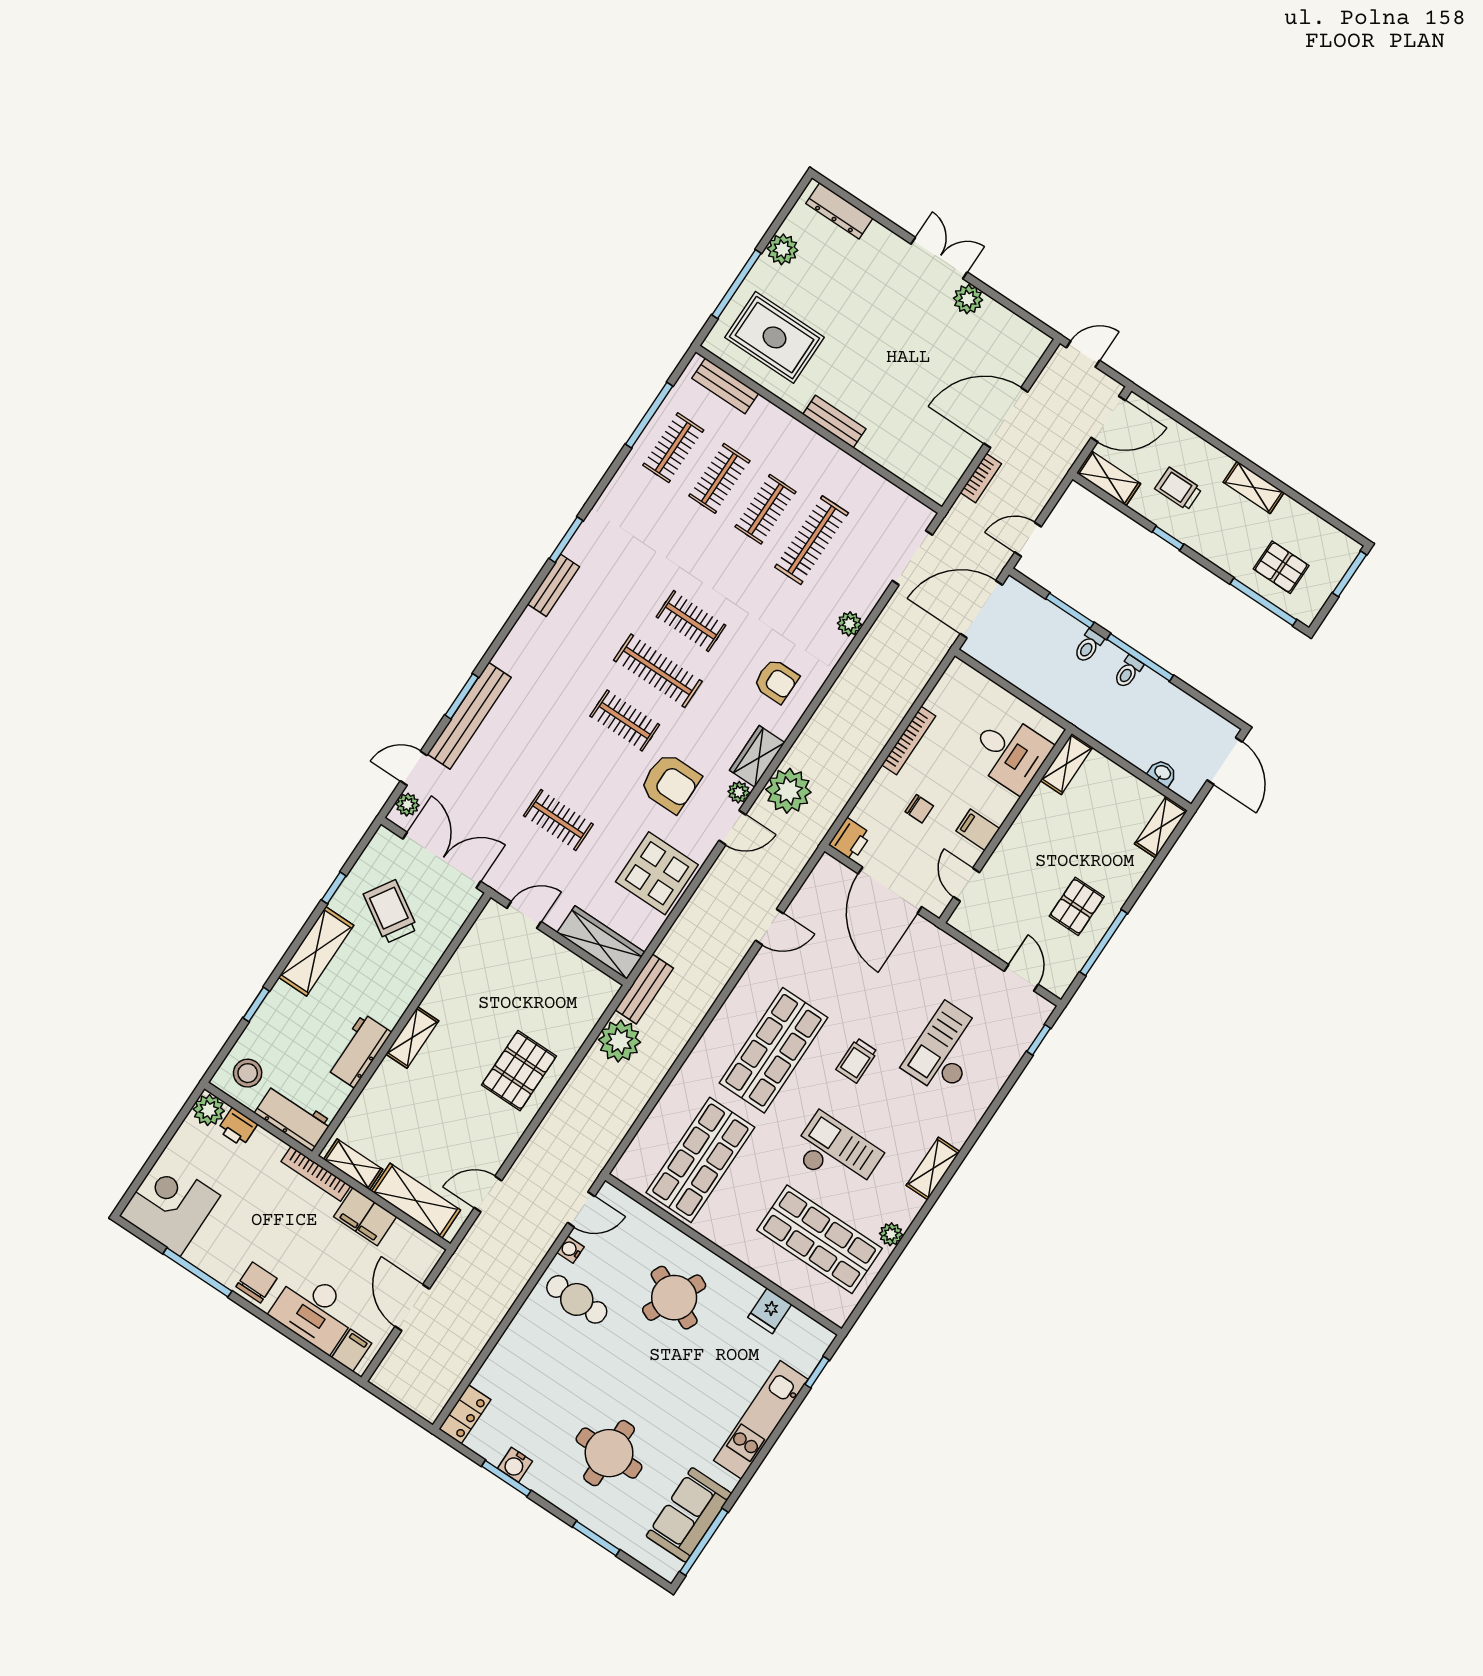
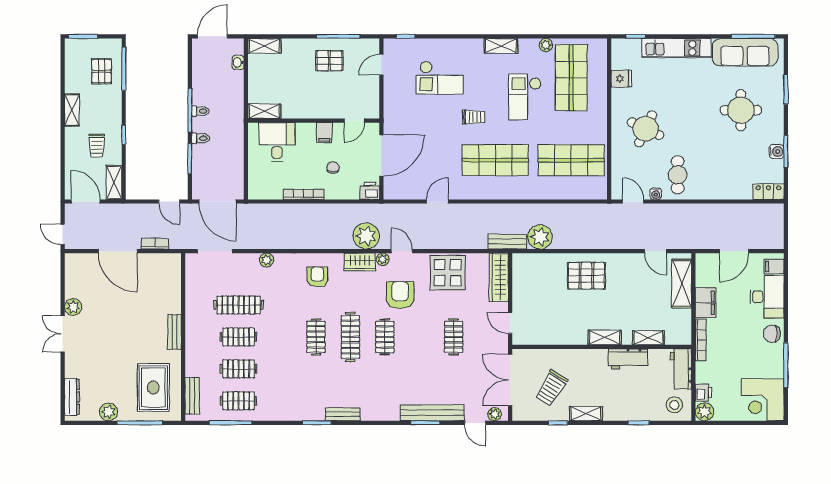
door: (769, 927) -> (437, 202), hinge flipped
shelving: (316, 951) -> (586, 413), width x0.67, depth x0.75
shelving: (353, 1164) -> (648, 338), moved, turned 90
sofa: (689, 1515) -> (745, 52), width x1.36

